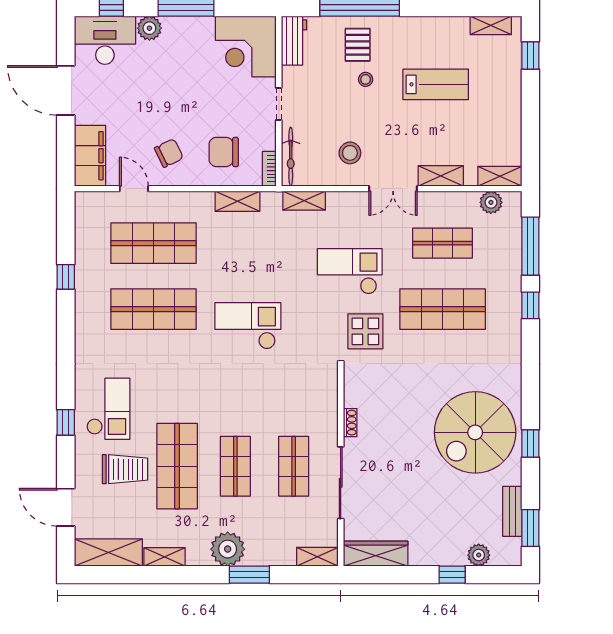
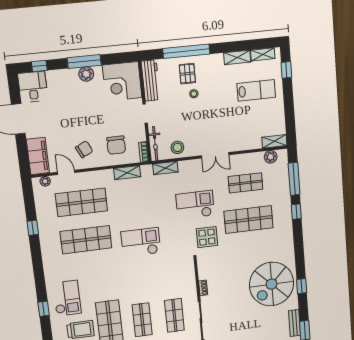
plant: (149, 28) -> (86, 74), moved
desk: (105, 40) -> (33, 87), width x0.73
workbench: (294, 41) -> (151, 80), width x1.37
lab bench: (436, 84) -> (256, 90), moved
chair: (224, 152) -> (116, 145), turned -90
stool: (350, 153) -> (177, 147), moved
shelving: (441, 176) -> (237, 57), moved
plant: (97, 200) -> (45, 181), added

